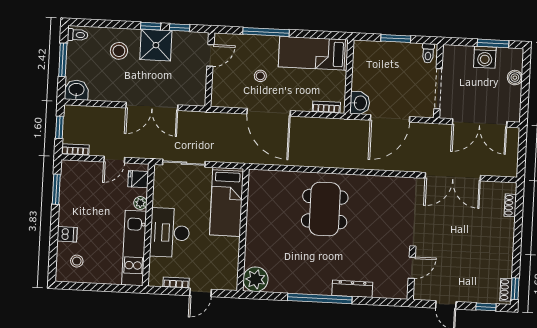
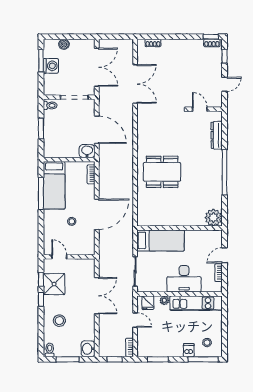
window: (266, 32) -> (41, 194), moved
shower: (156, 45) -> (54, 284), moved
window: (53, 254) -> (203, 359), added
dresser: (352, 289) -> (217, 135), moved
door: (200, 292) -> (224, 255), swing flipped

